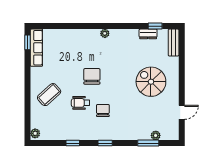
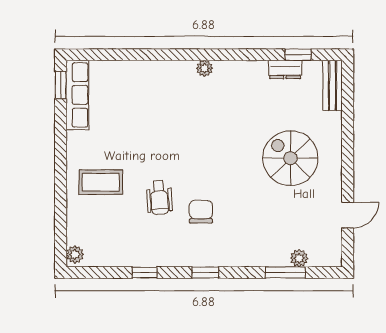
chair: (92, 76) -> (180, 148), removed
coffee table: (49, 95) -> (101, 182), turned 42
wheelchair: (80, 103) -> (159, 198), turned -94

